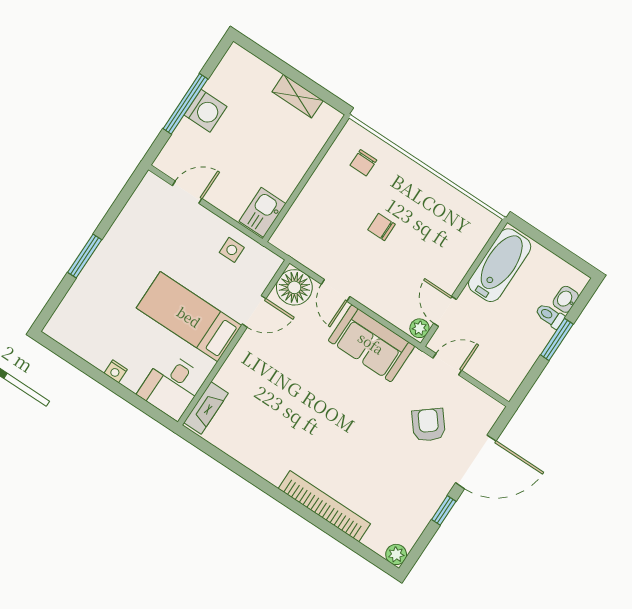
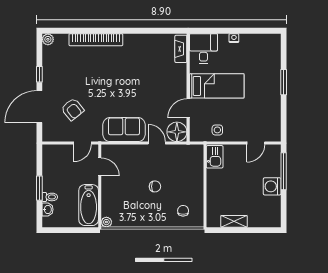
window: (185, 104) -> (284, 171), moved
plant: (419, 328) -> (106, 222), moved

